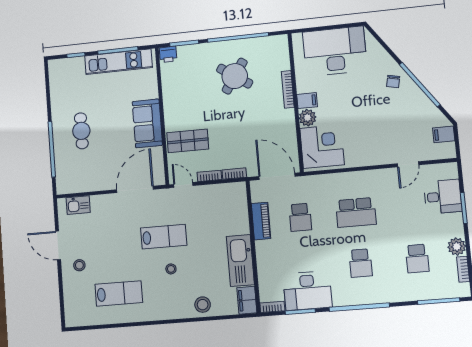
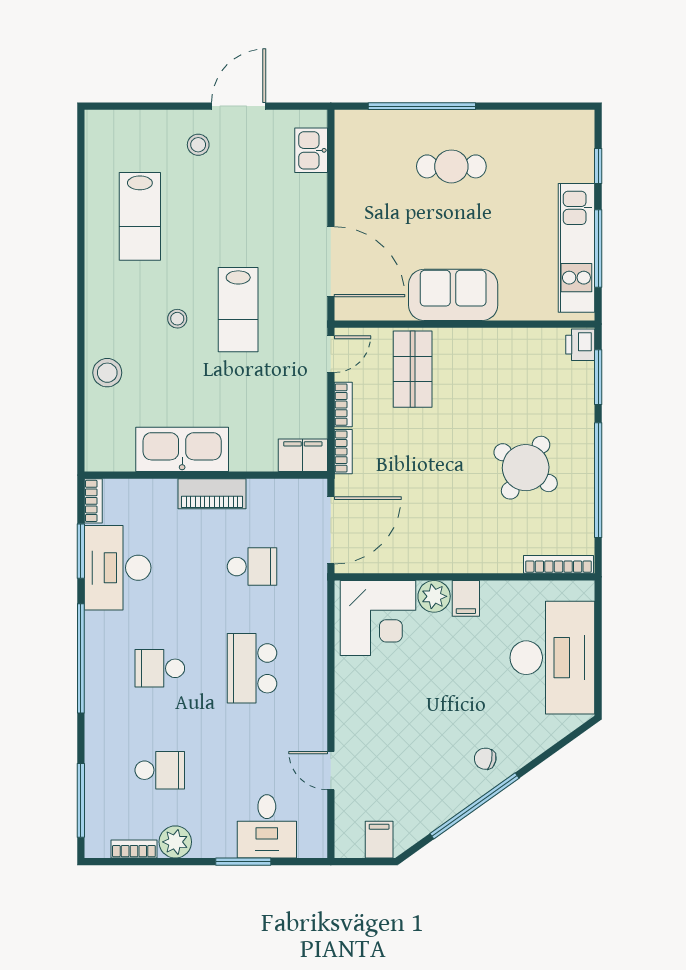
bookcase: (288, 89) -> (558, 564), moved
school desk: (300, 217) -> (252, 567), turned 180
piano: (261, 221) -> (212, 494), moved
school desk: (417, 258) -> (160, 770), turned 180
filing cabinet: (247, 300) -> (303, 455), moved

